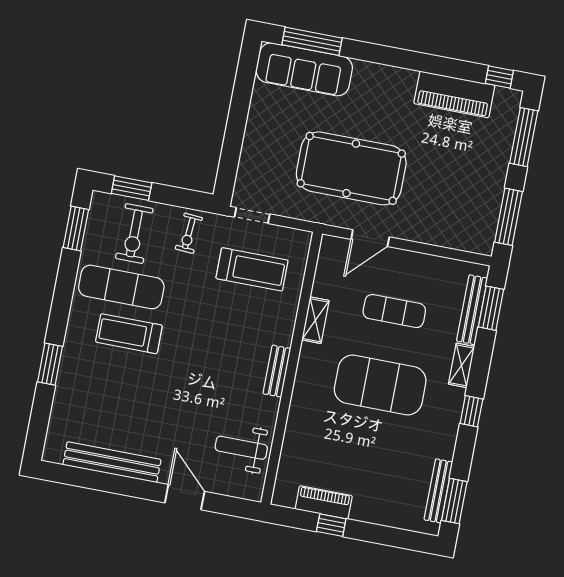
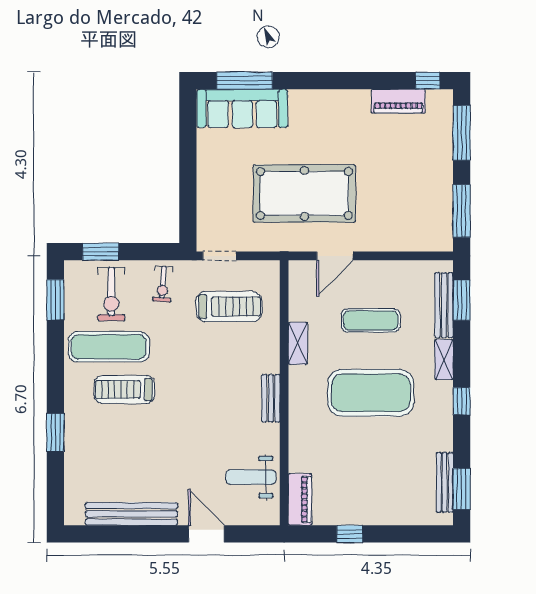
piano: (454, 94) -> (398, 101), width x0.73, depth x0.75
piano: (324, 502) -> (300, 499), moved, turned 90

